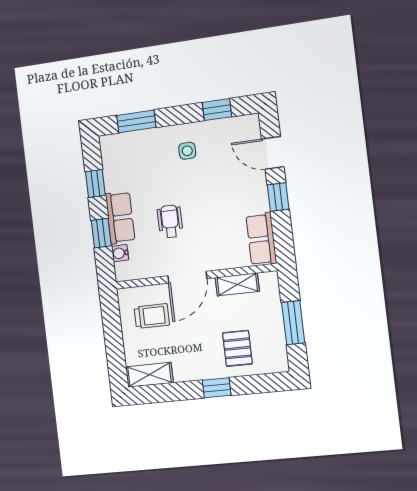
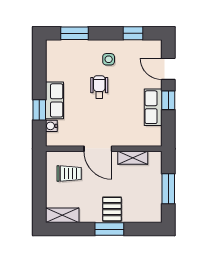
window: (95, 183) -> (39, 74), removed
wheelchair: (170, 221) -> (99, 87), moved
row of seats: (261, 239) -> (153, 107), moved
door: (187, 277) -> (98, 149), hinge flipped
pallet: (237, 348) -> (112, 209), moved
window: (217, 388) -> (109, 229), width x1.50

